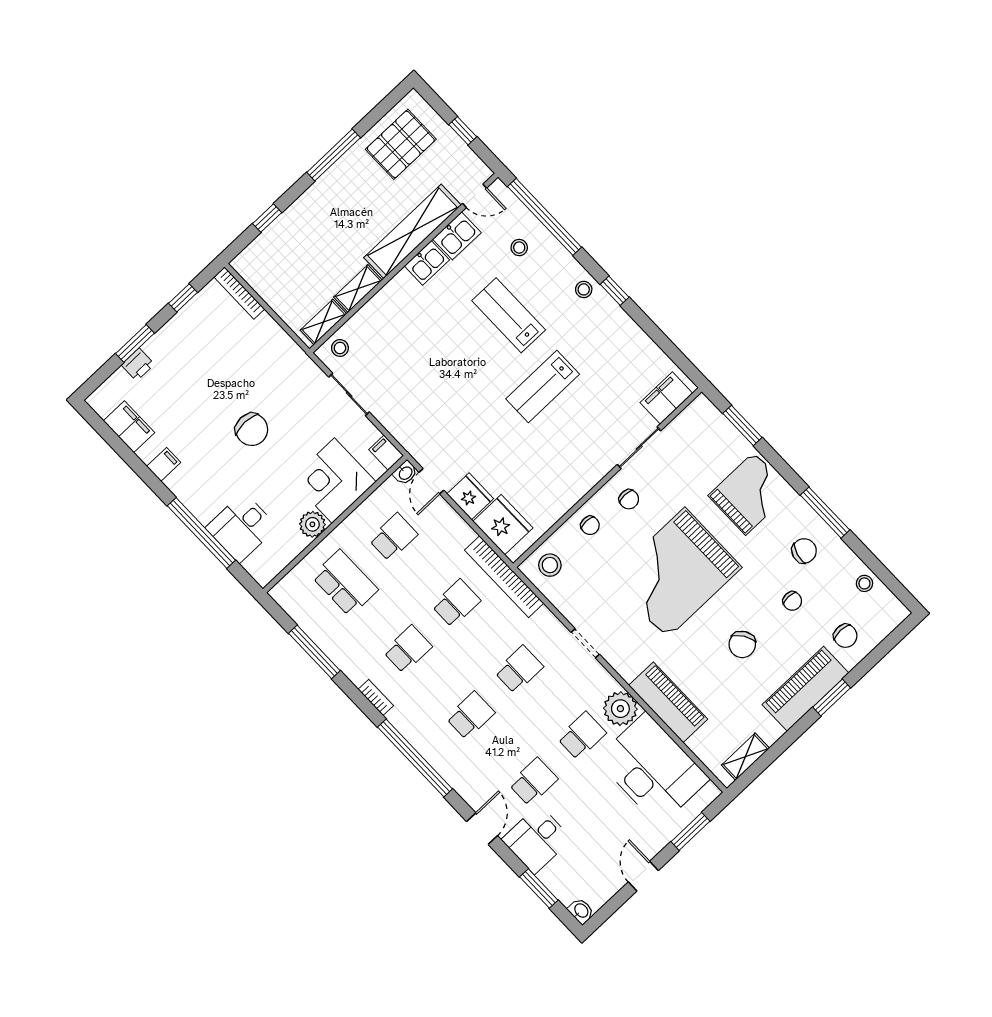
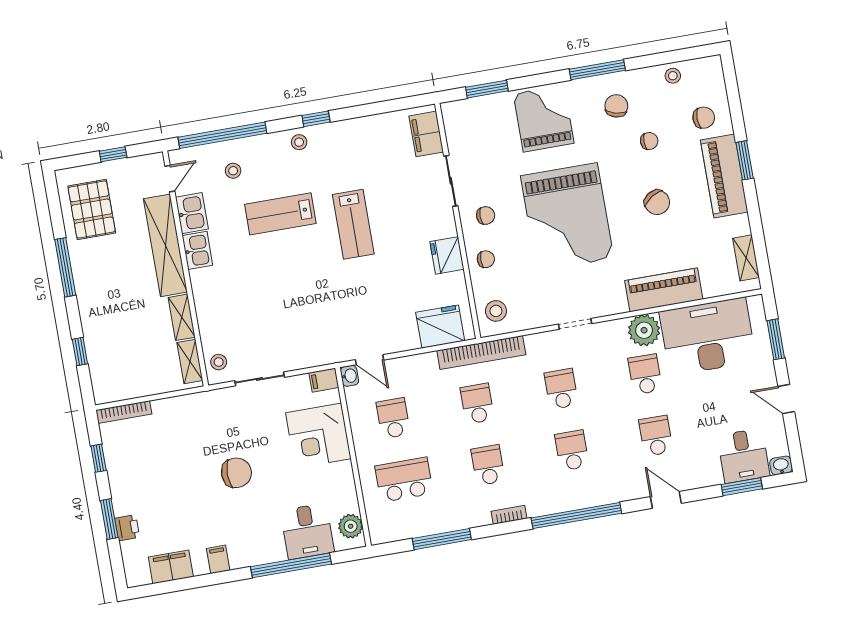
fridge: (470, 496) -> (447, 255), moved, turned -90
plant: (312, 524) -> (351, 526), moved
desk: (537, 839) -> (743, 456), moved

